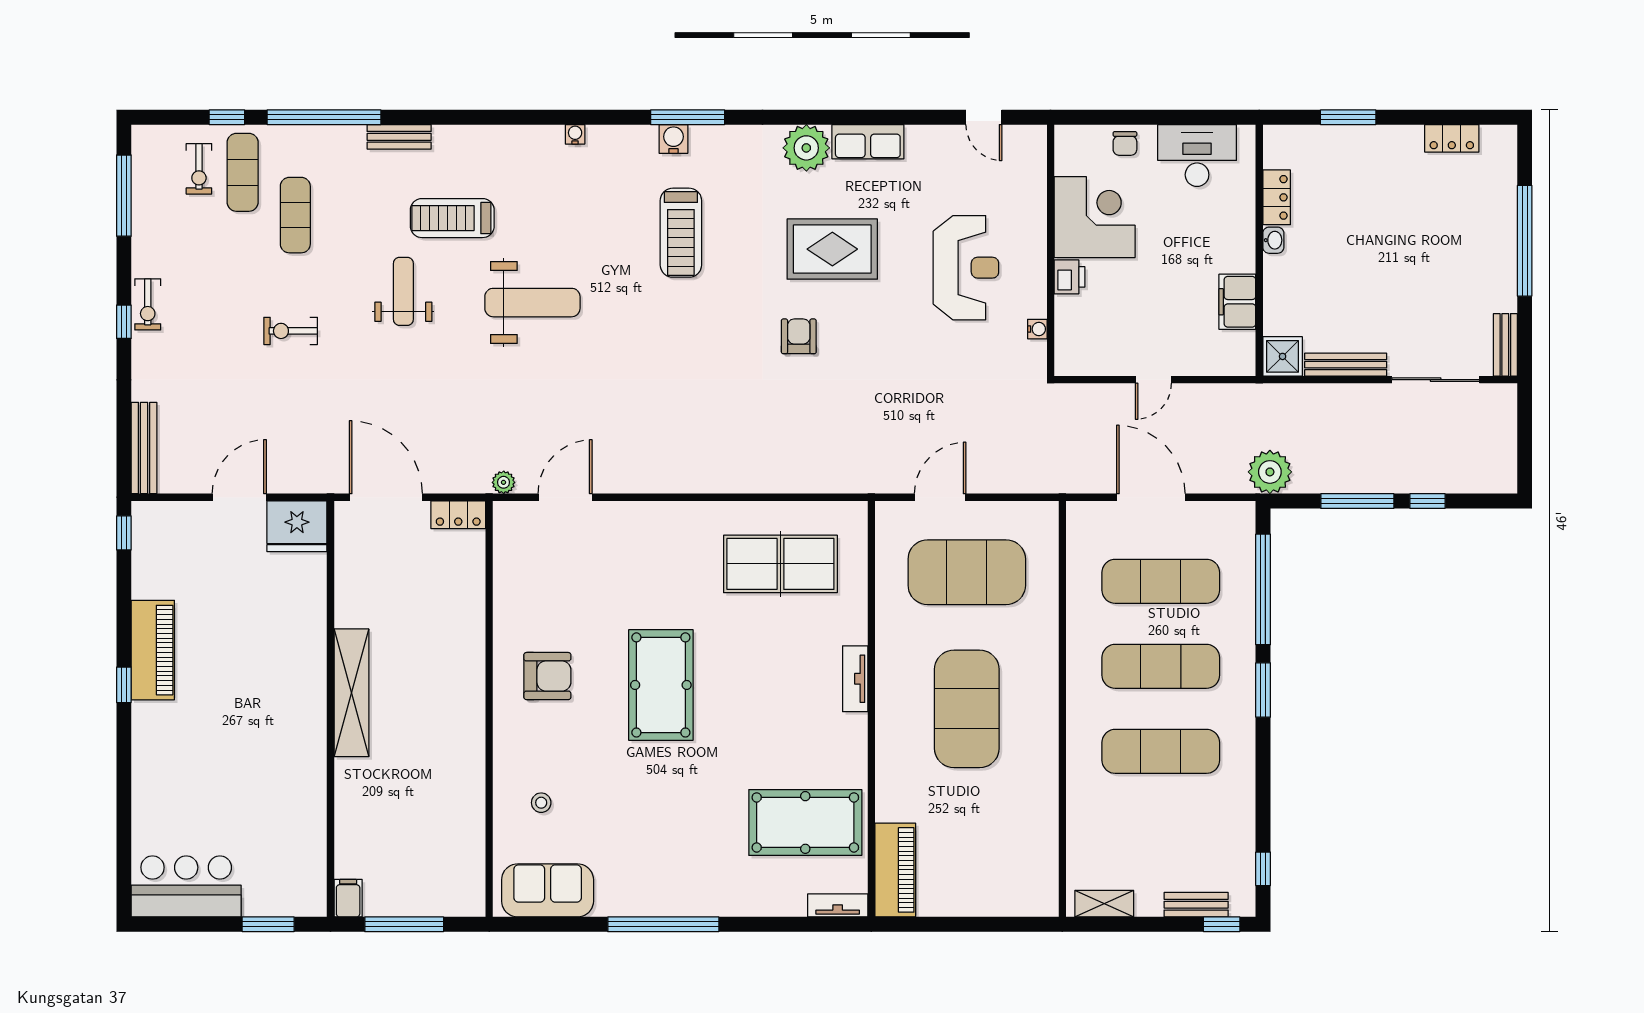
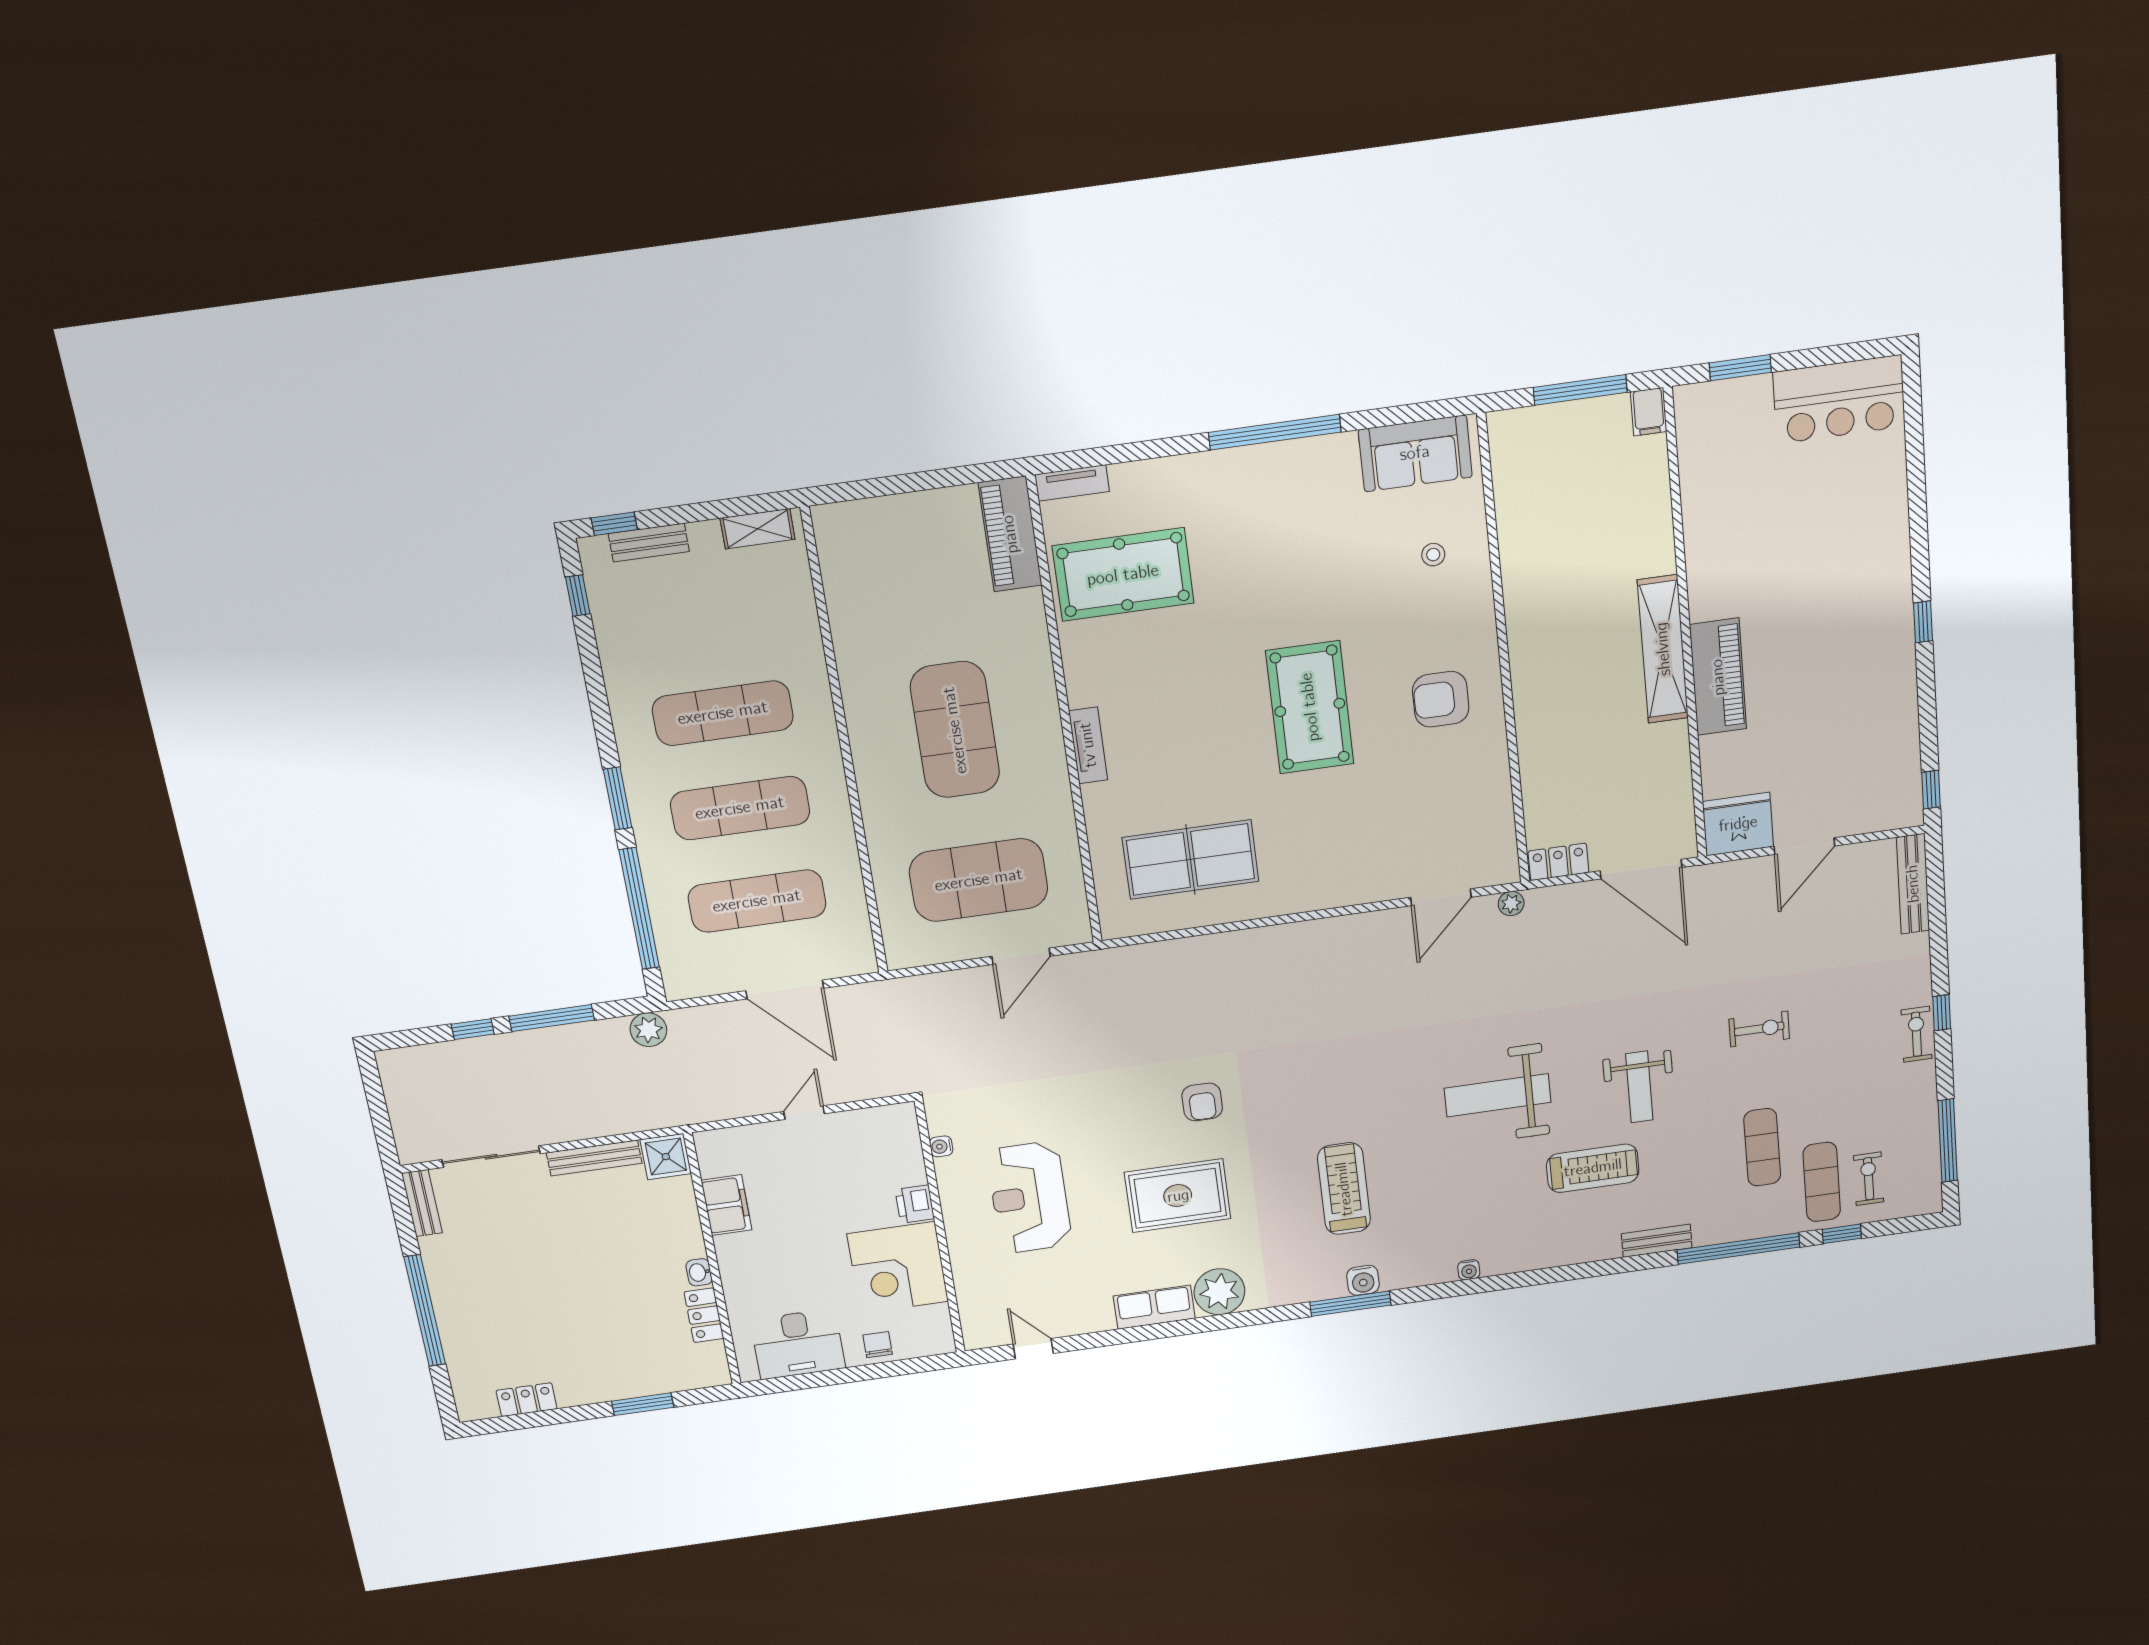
plant: (1270, 472) -> (648, 1030), width x0.73, depth x0.73
piano: (153, 650) -> (1718, 677), moved, turned 180

